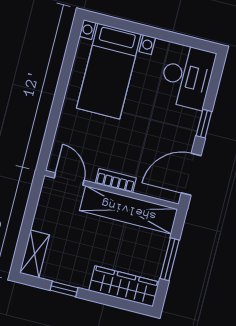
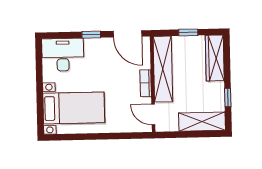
door: (69, 179) -> (153, 114), hinge flipped
shelving: (35, 254) -> (202, 122), width x1.50, depth x1.33
window: (170, 259) -> (188, 32), width x0.67

